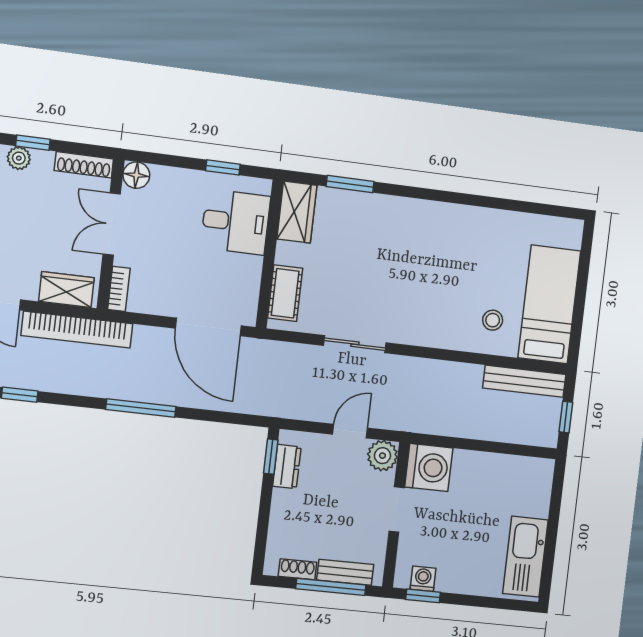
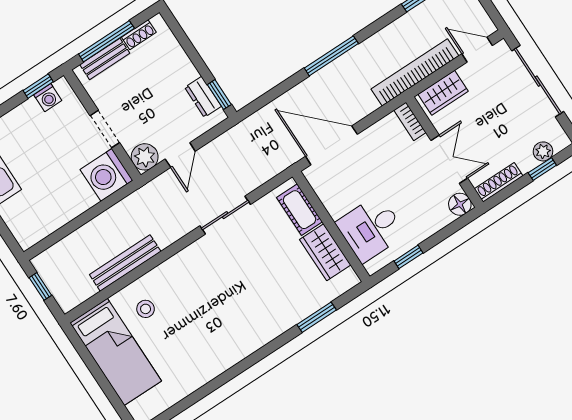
wardrobe: (297, 212) -> (325, 252), moved
bench: (524, 381) -> (125, 263), moved

